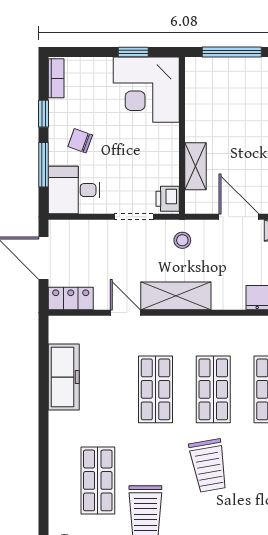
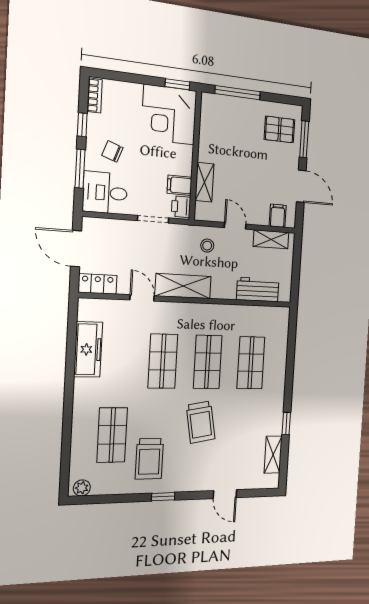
window: (133, 52) -> (177, 84), moved
filing cabinet: (164, 173) -> (180, 185), added
door: (239, 217) -> (235, 226), width x0.73
stool: (182, 240) -> (207, 246), moved

